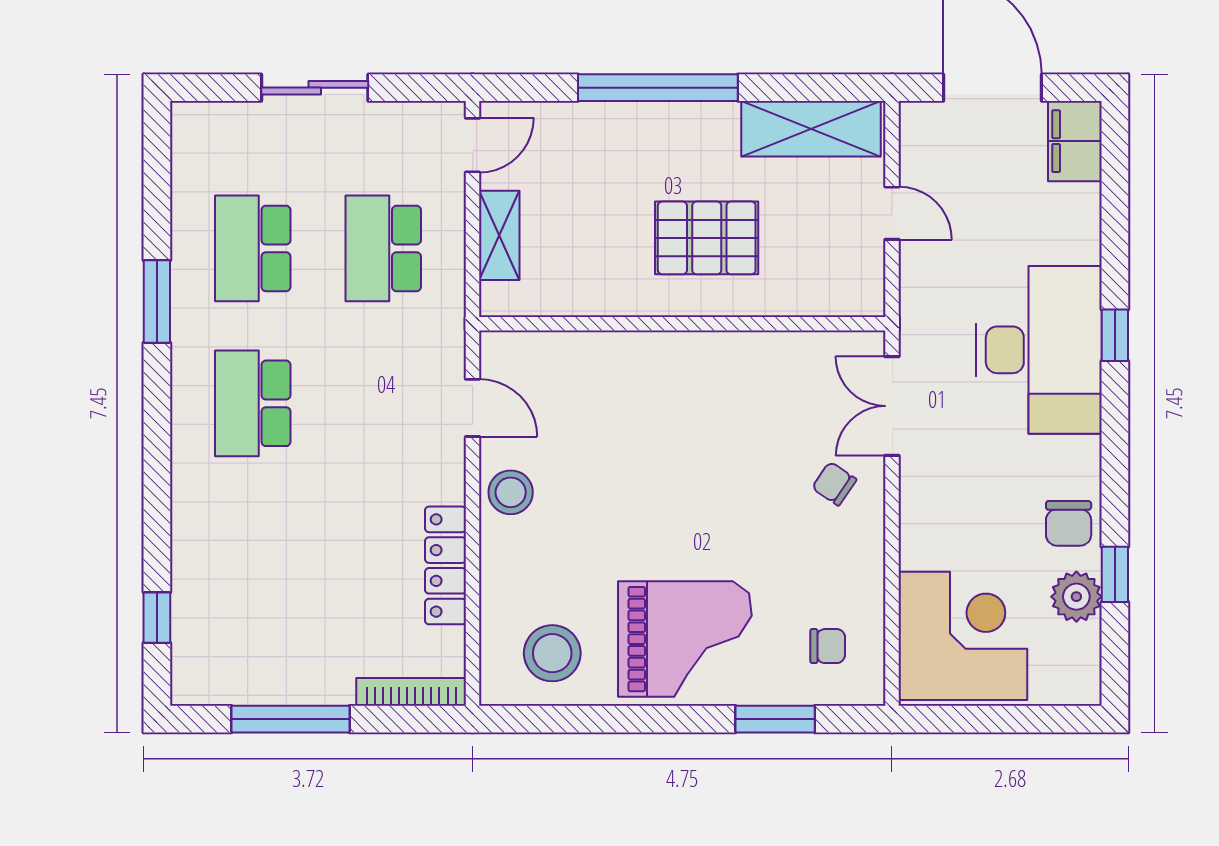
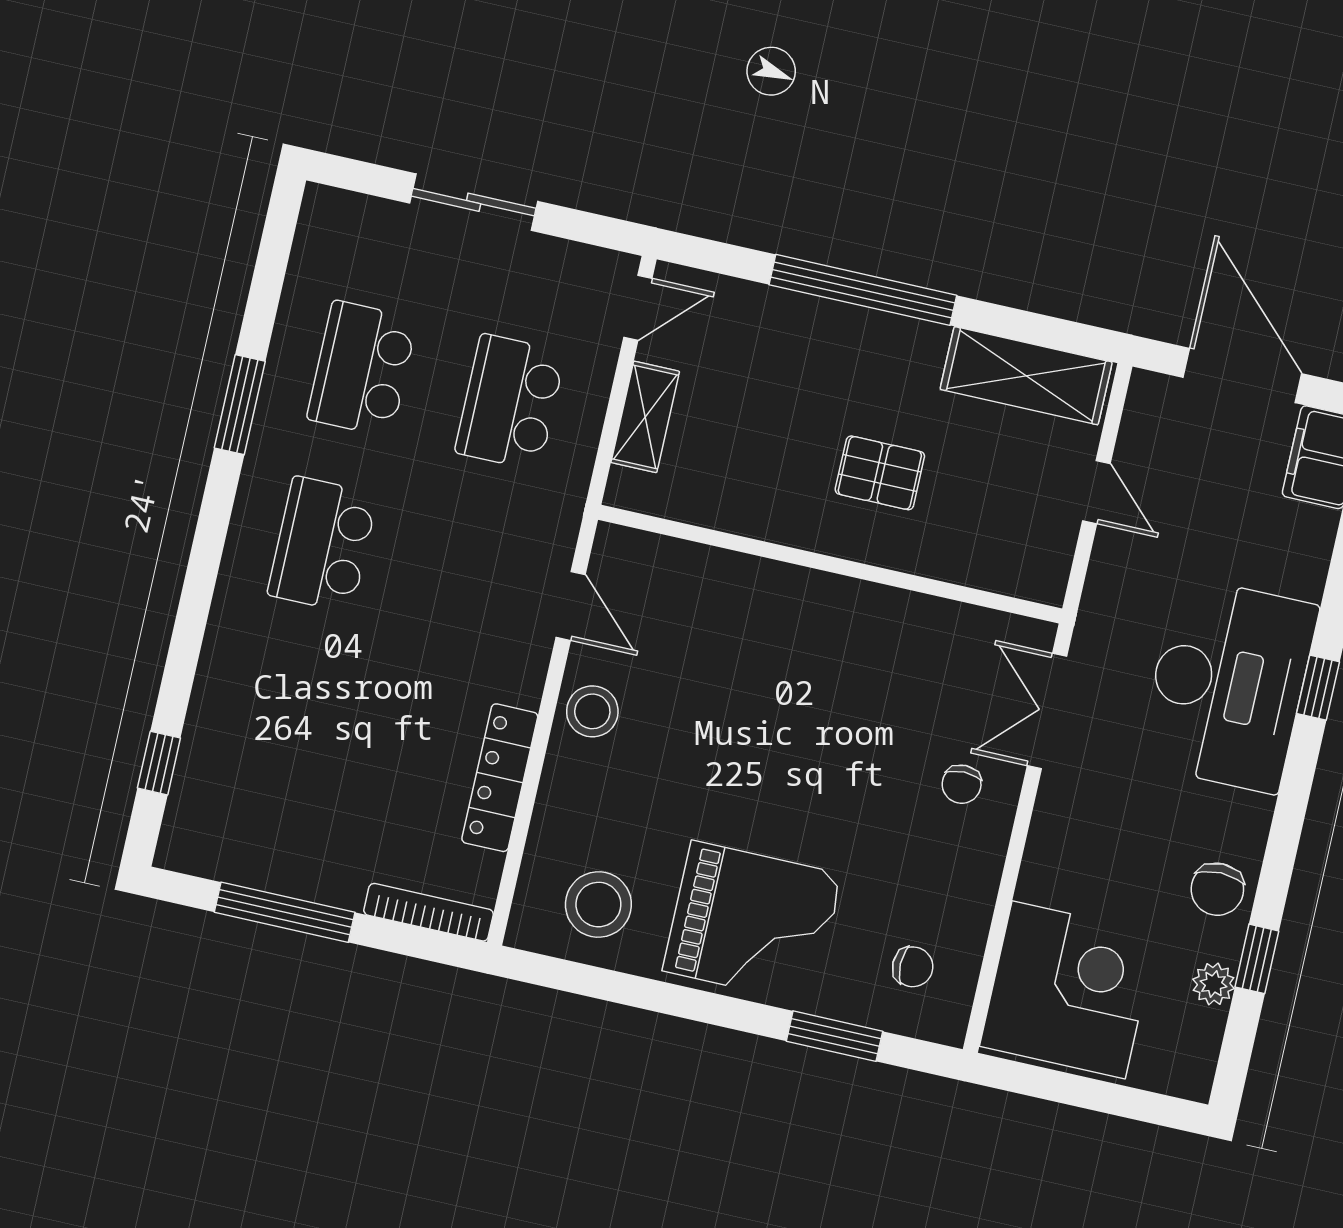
pallet: (707, 238) -> (880, 473), width x0.67, depth x0.71
chair: (834, 484) -> (962, 784), turned -124
plant: (1076, 597) -> (1214, 984), width x0.73, depth x0.73

